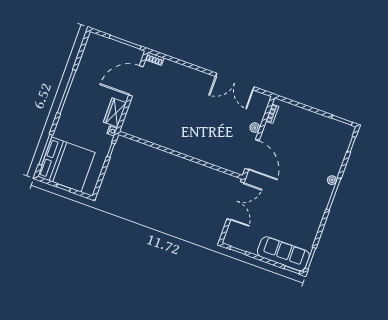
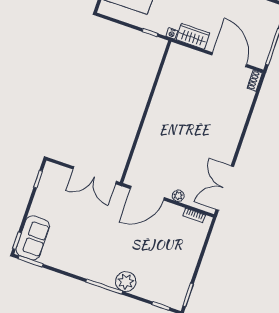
double door: (235, 82) -> (225, 188), moved
plant: (332, 180) -> (126, 282), width x1.88, depth x1.88
sofa: (283, 254) -> (33, 238), width x0.73

